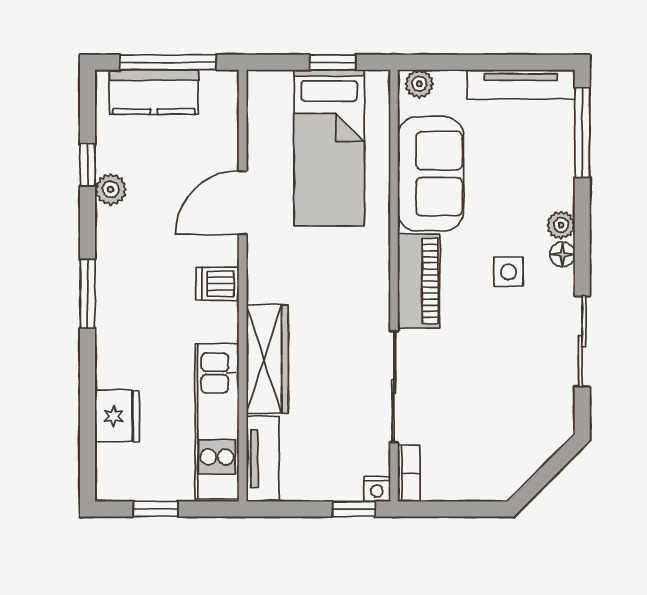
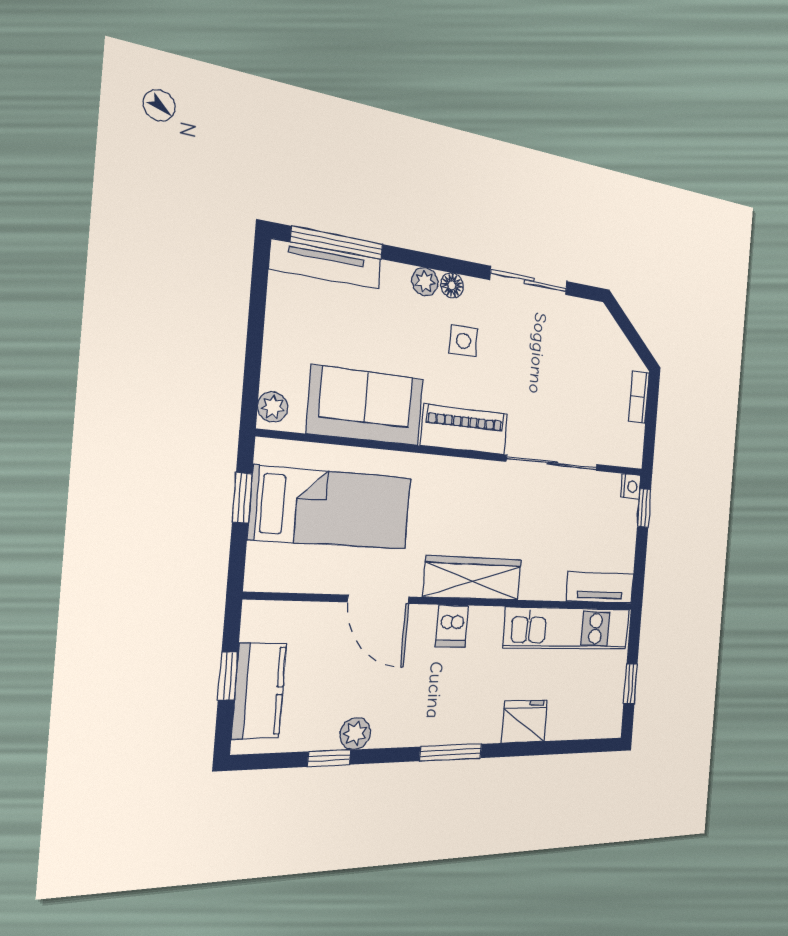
window: (168, 62) -> (228, 676), width x0.46
tv unit: (521, 84) -> (326, 264), moved, turned 90
wardrobe: (267, 359) -> (473, 578), moved
fridge: (117, 416) -> (525, 721), moved
bookcase: (409, 473) -> (639, 397), moved, turned -90

